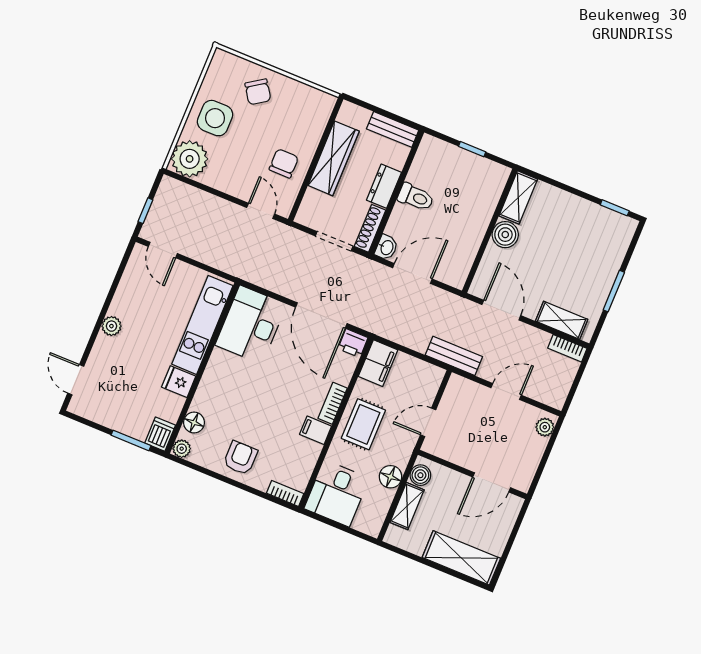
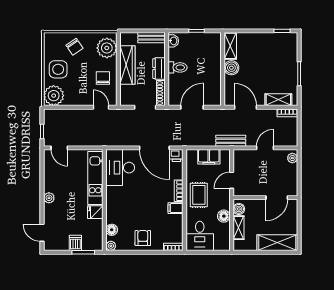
plant: (311, 116) -> (107, 48), added
washbasin: (386, 247) -> (173, 41), moved
filing cabinet: (378, 363) -> (209, 157), moved, turned 90
dishwasher: (160, 434) -> (75, 243), moved

